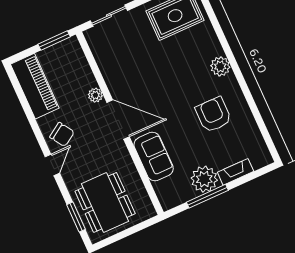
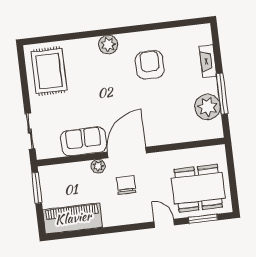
armchair: (213, 115) -> (150, 65), turned 90
chair: (62, 134) -> (126, 185), moved, turned -57
sofa: (154, 157) -> (84, 141), moved
door: (52, 165) -> (164, 223), moved
plant: (204, 179) -> (207, 107), moved

